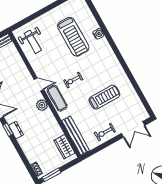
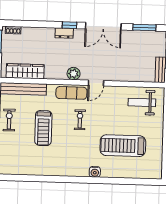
water cooler: (98, 34) -> (95, 172), moved
treadmill: (104, 97) -> (43, 128), moved
wardrobe: (64, 147) -> (25, 71), width x1.50

